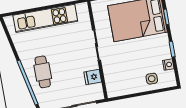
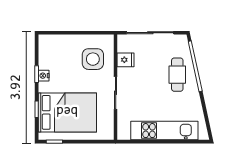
nightstand: (168, 65) -> (44, 76), moved
side table: (152, 79) -> (93, 59), moved, width x1.87, depth x1.87

